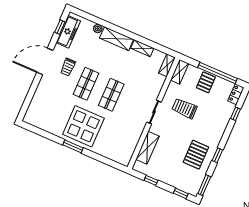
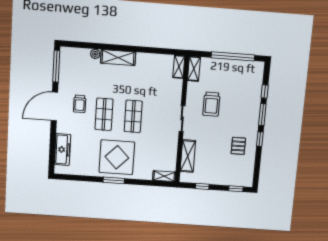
window: (60, 27) -> (56, 66), width x2.17
freezer: (68, 32) -> (63, 150), moved
shelving: (142, 48) -> (164, 176), moved
pallet: (206, 82) -> (224, 70), removed
locker: (236, 94) -> (259, 72), removed
trolley: (184, 108) -> (211, 104), turned -90
pallet: (196, 155) -> (238, 146), width x0.67, depth x0.71
window: (204, 185) -> (262, 115), moved

